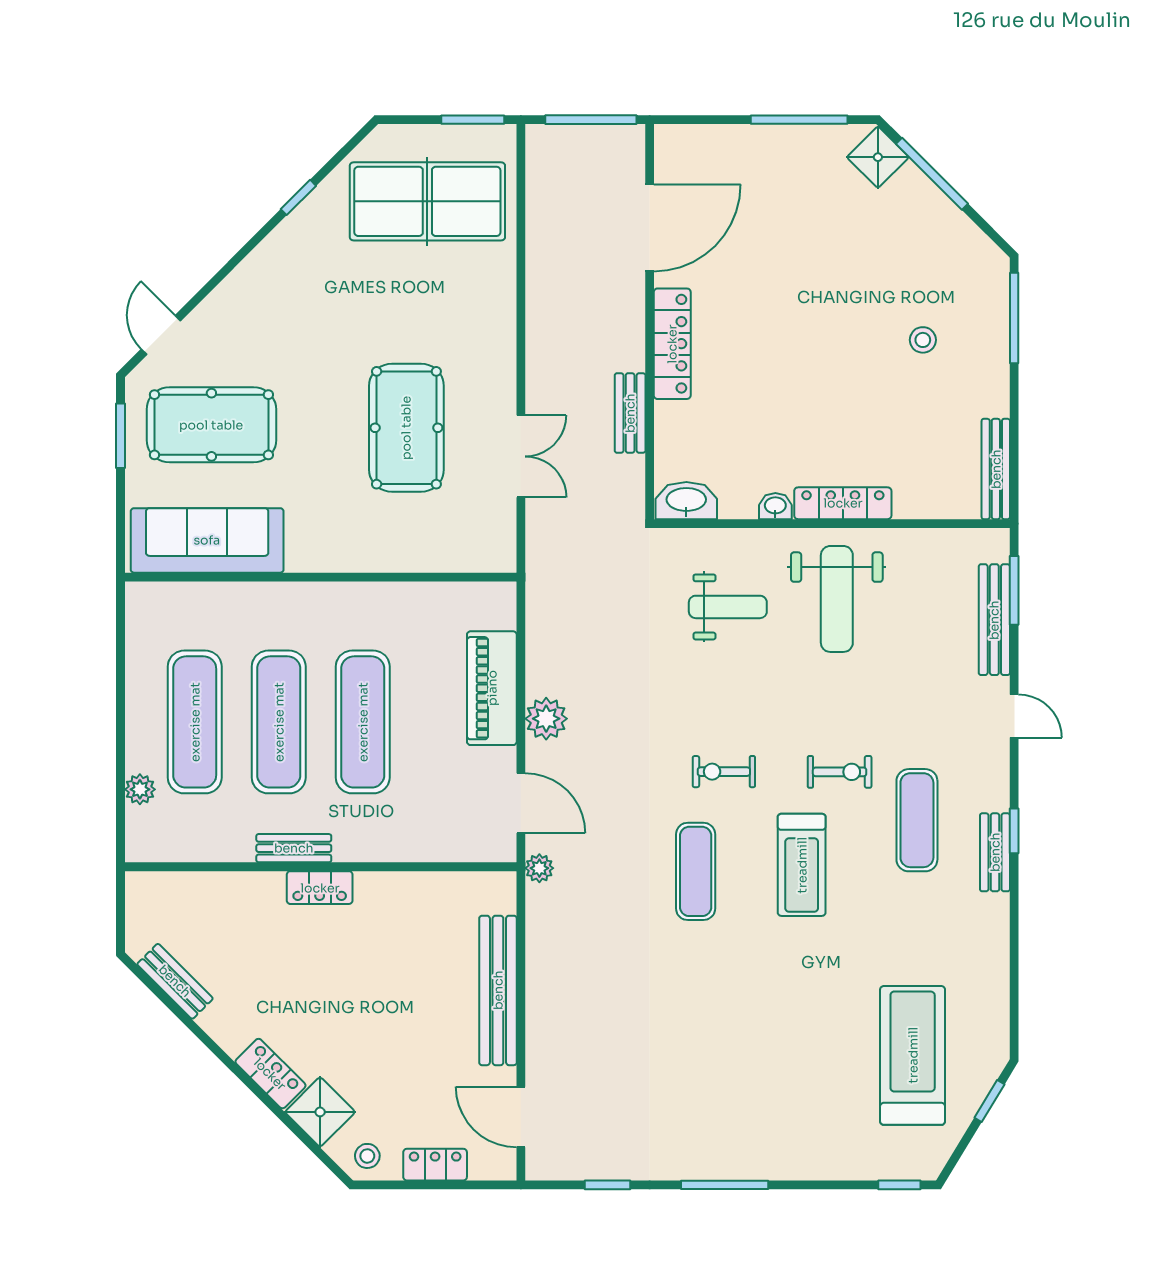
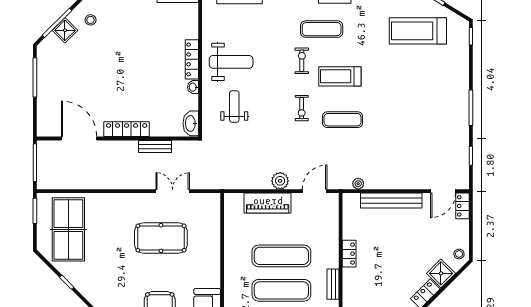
shower: (878, 157) -> (65, 30), moved
stool: (923, 340) -> (91, 20), moved
treadmill: (802, 865) -> (340, 76), turned 180
plant: (539, 868) -> (358, 184), moved
locker: (320, 888) -> (349, 254), moved
locker: (435, 1165) -> (463, 206), moved

